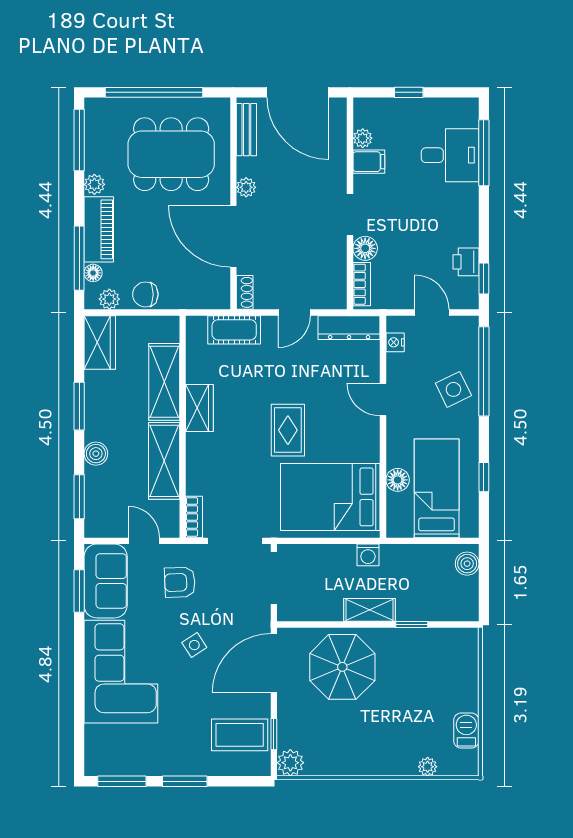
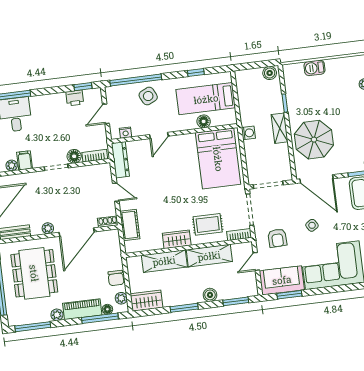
rug: (288, 430) -> (208, 224), moved
boiler: (467, 564) -> (270, 73), moved
barbecue: (466, 731) -> (314, 68), moved

